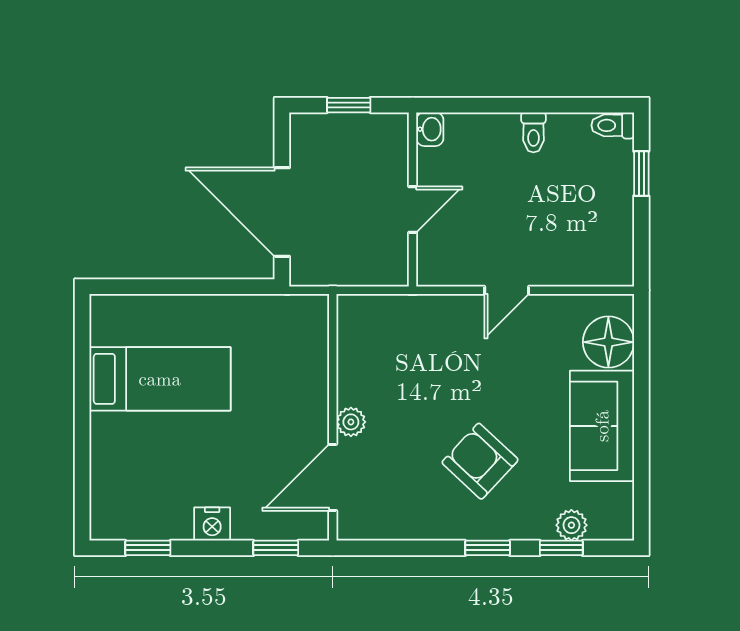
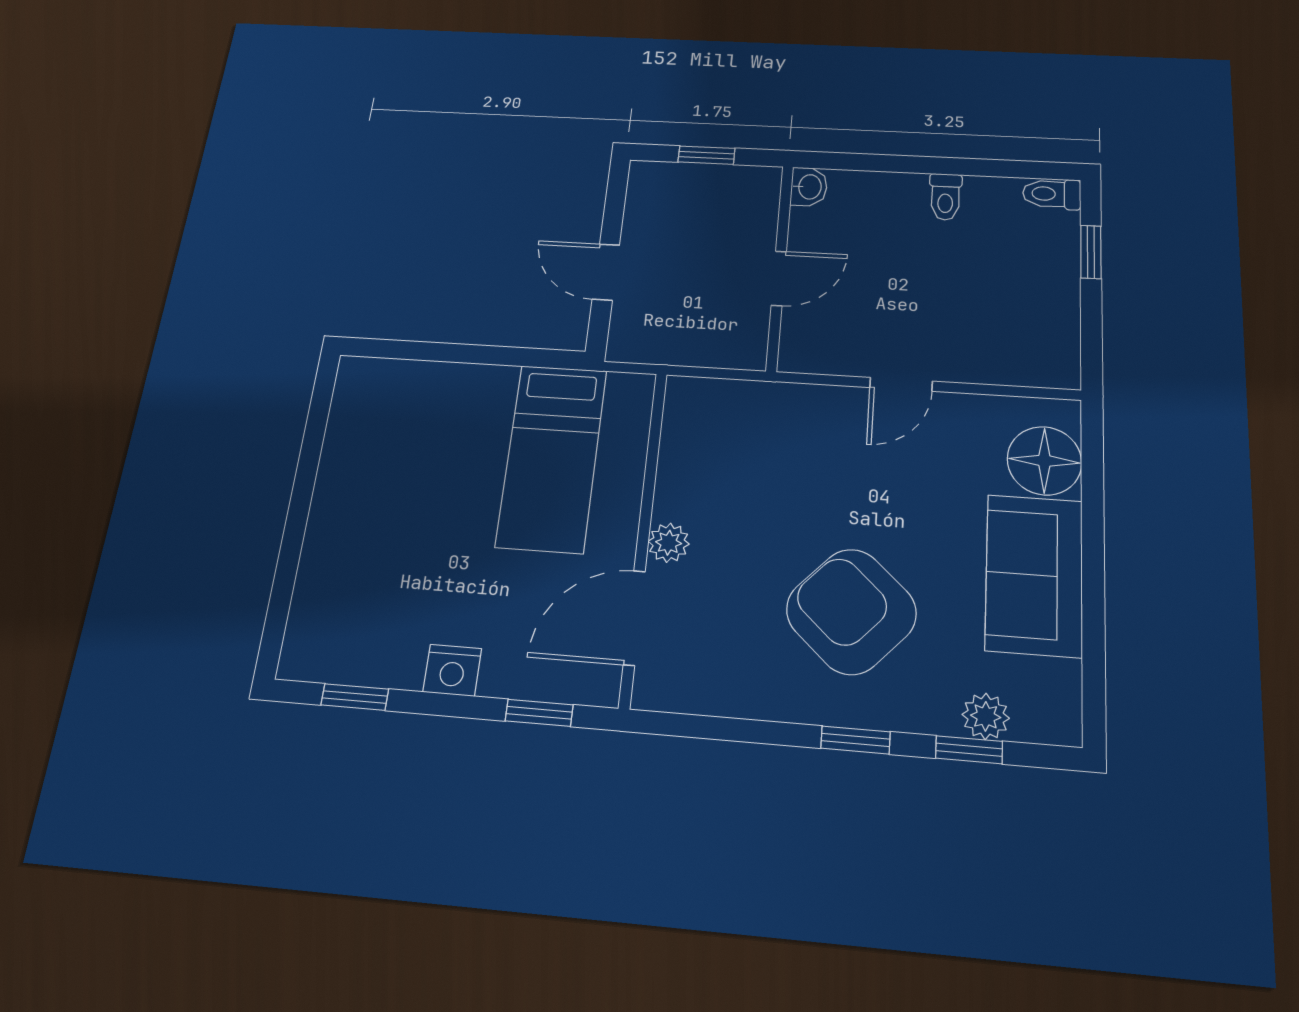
door: (282, 212) -> (606, 272), width x0.53
bed: (160, 379) -> (552, 457), moved, turned 90
armchair: (480, 461) -> (851, 611), width x1.36, depth x1.36

